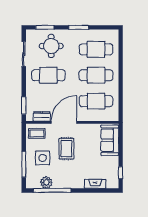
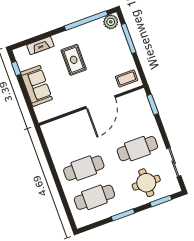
cafe table: (96, 101) -> (73, 139), removed
dresser: (42, 116) -> (128, 100), removed
sofa: (110, 140) -> (36, 86), moved
rug: (66, 149) -> (74, 60), moved
side table: (43, 158) -> (110, 53), removed
plant: (46, 182) -> (111, 22), moved

